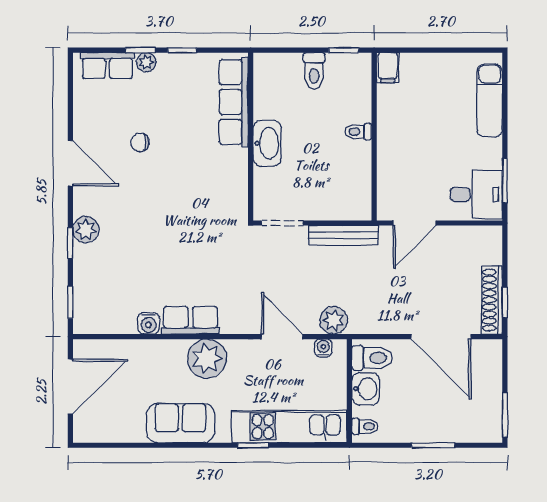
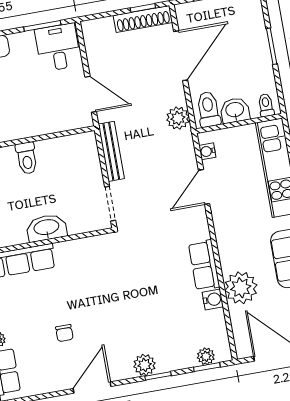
toilet: (358, 132) -> (27, 158), width x1.37, depth x1.39
plant: (83, 303) -> (206, 356), added
plant: (334, 320) -> (178, 118), moved
plant: (207, 359) -> (241, 288), moved

